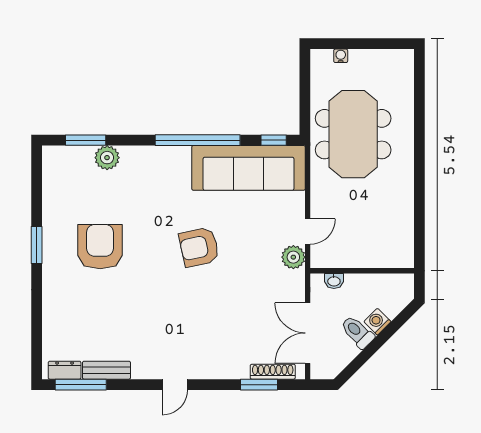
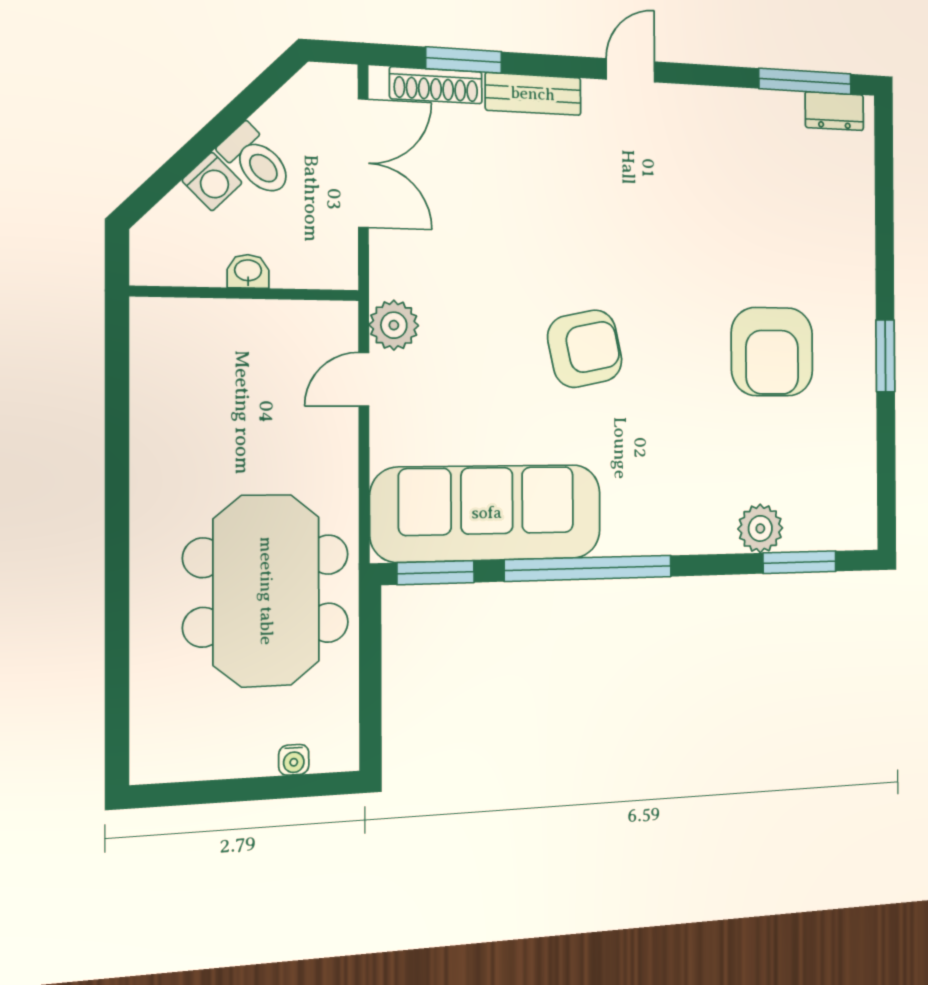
window: (274, 140) -> (436, 573), width x1.50
washbasin: (334, 281) -> (248, 271), moved
bench: (106, 370) -> (533, 94), moved

